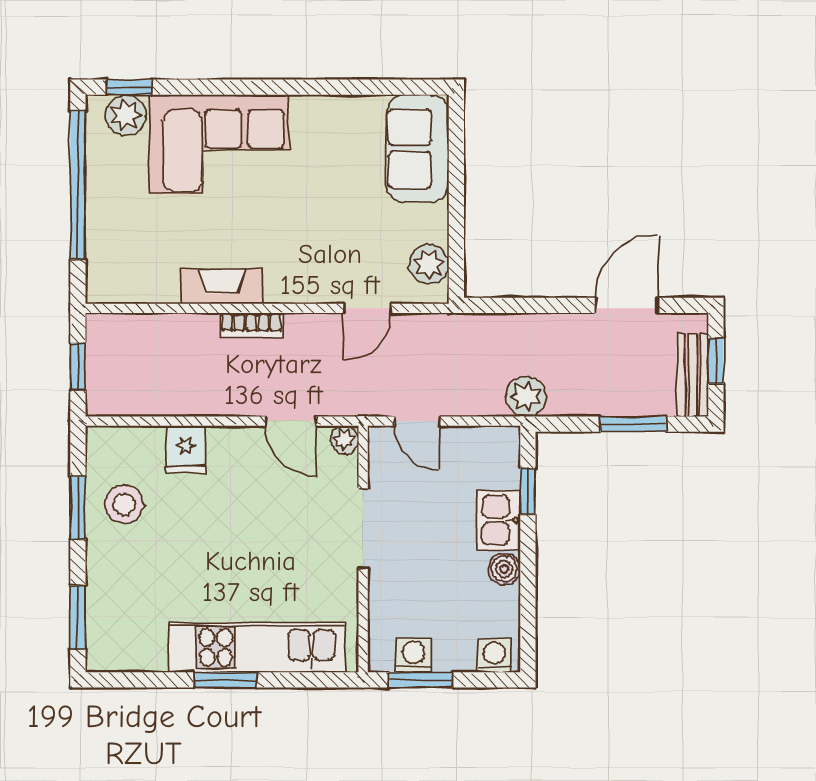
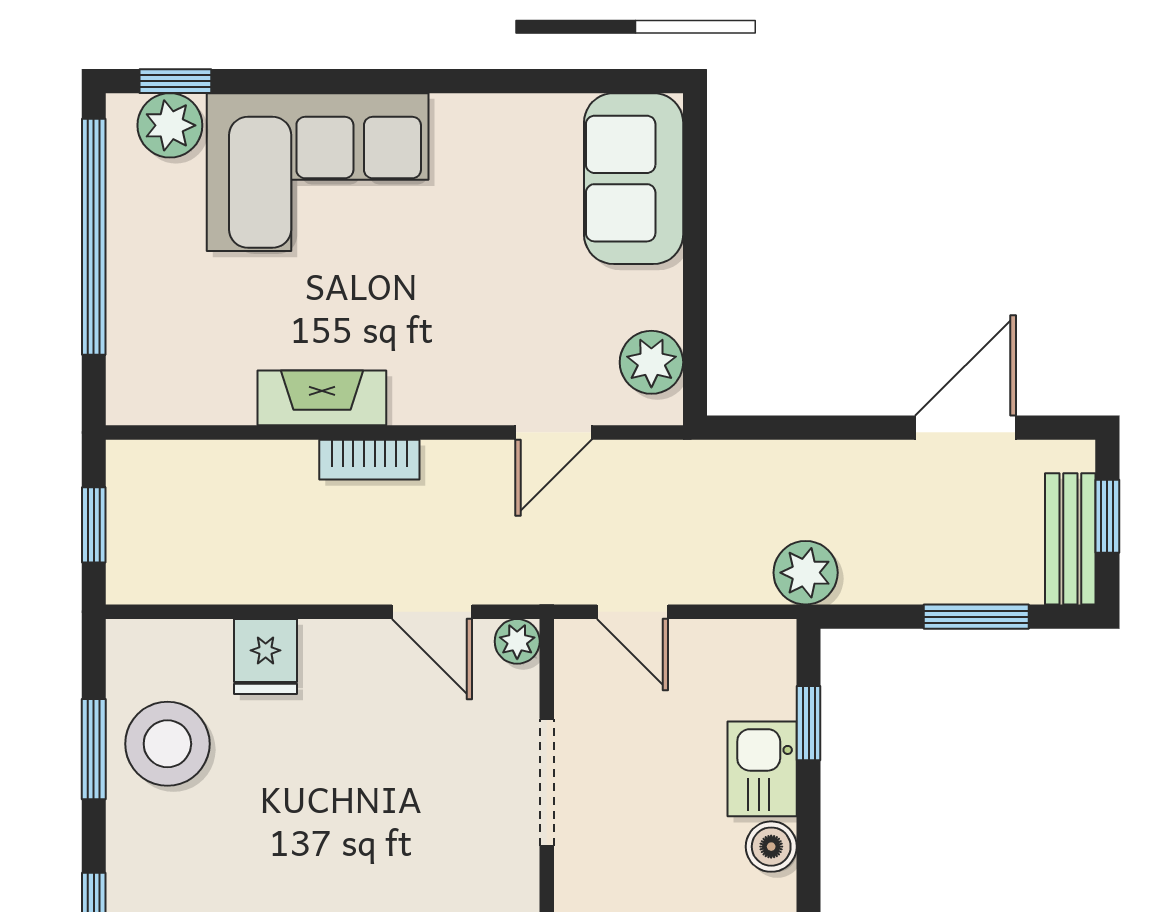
stool: (124, 504) -> (167, 744), width x1.38, depth x1.38

